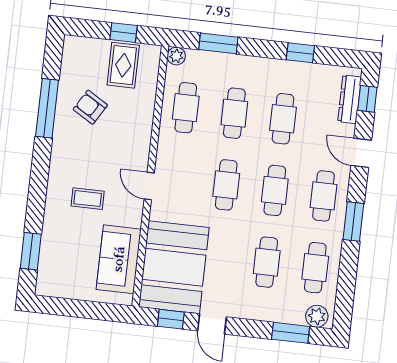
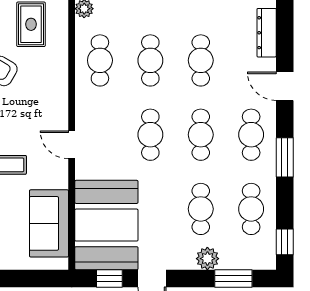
window: (367, 99) -> (285, 242), moved
plant: (317, 316) -> (207, 259), moved

